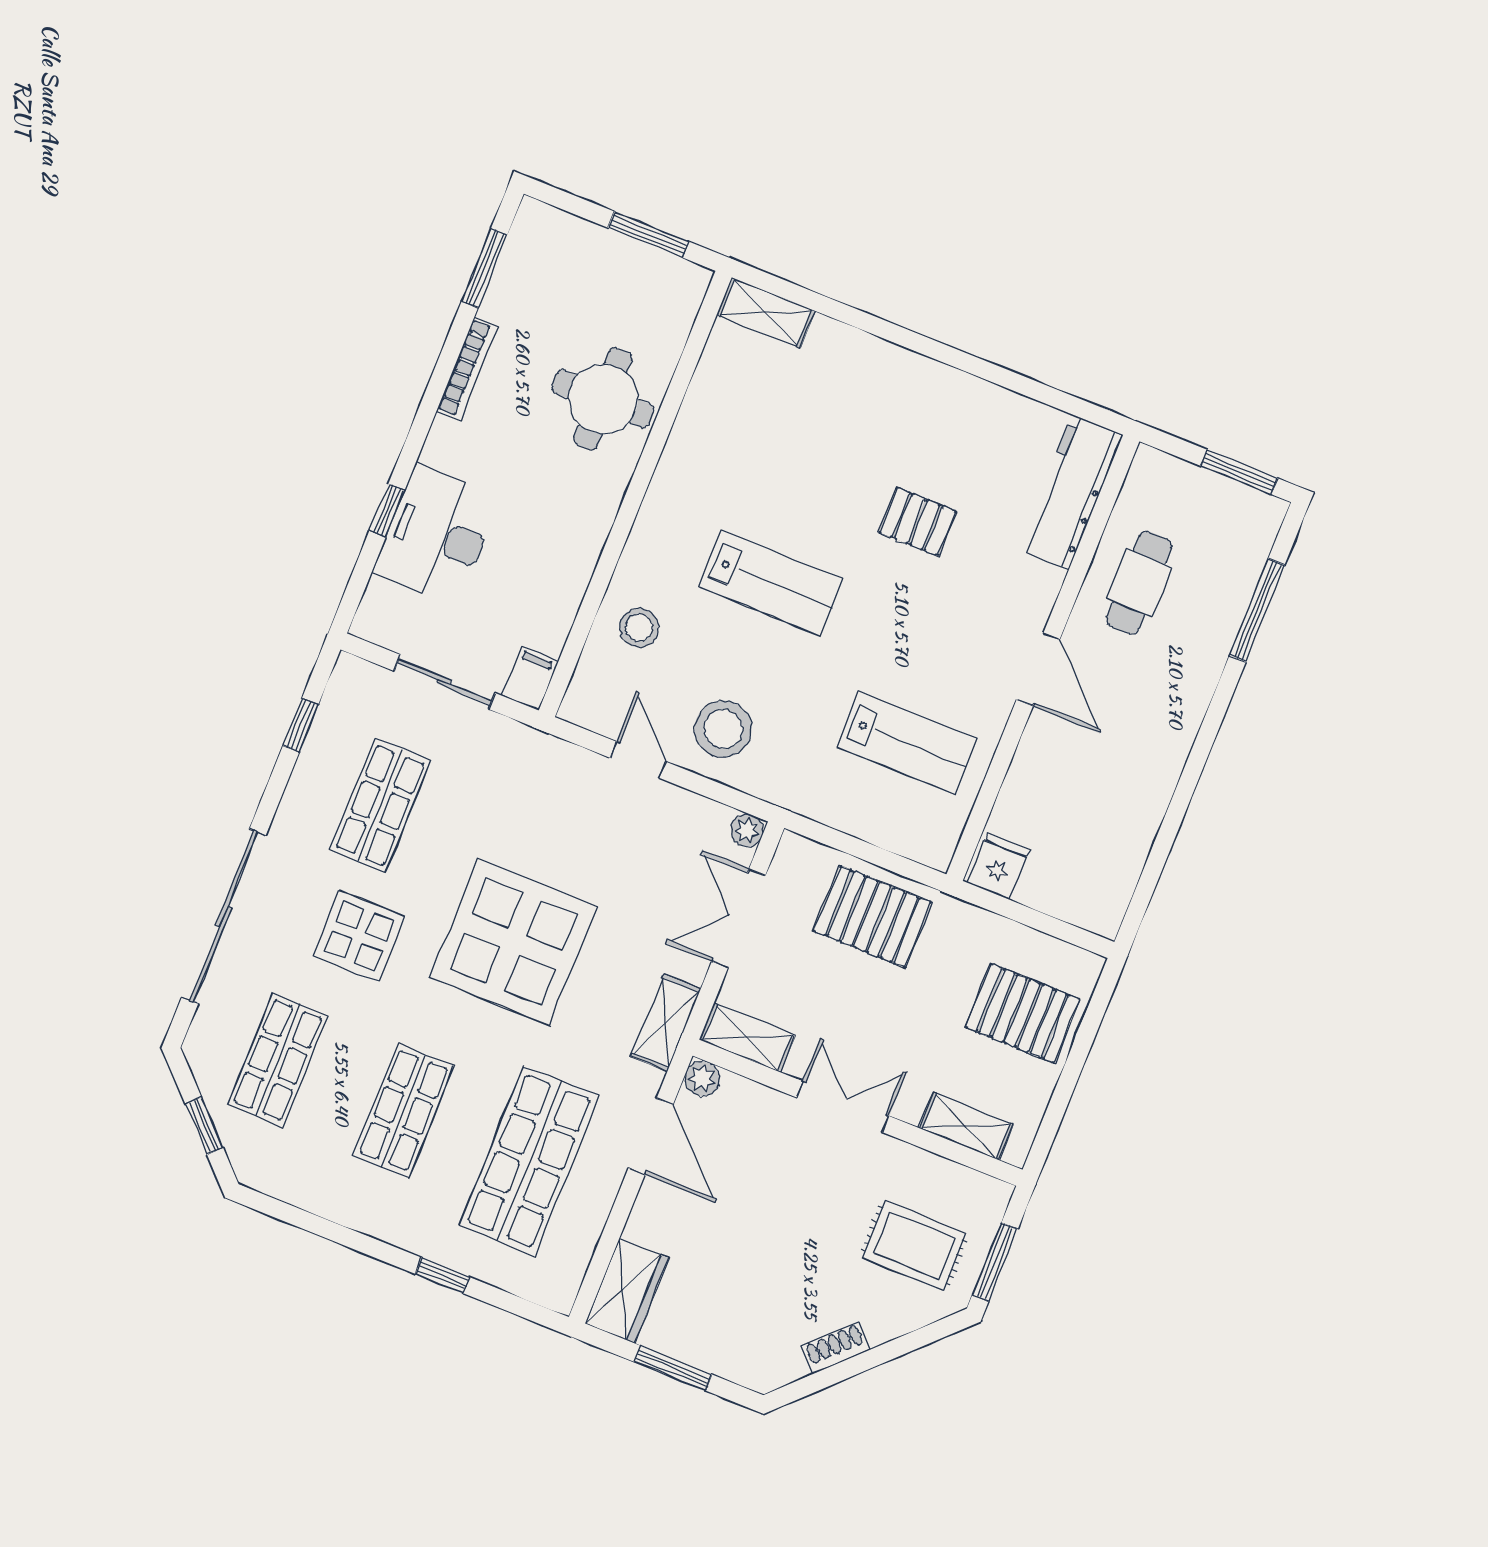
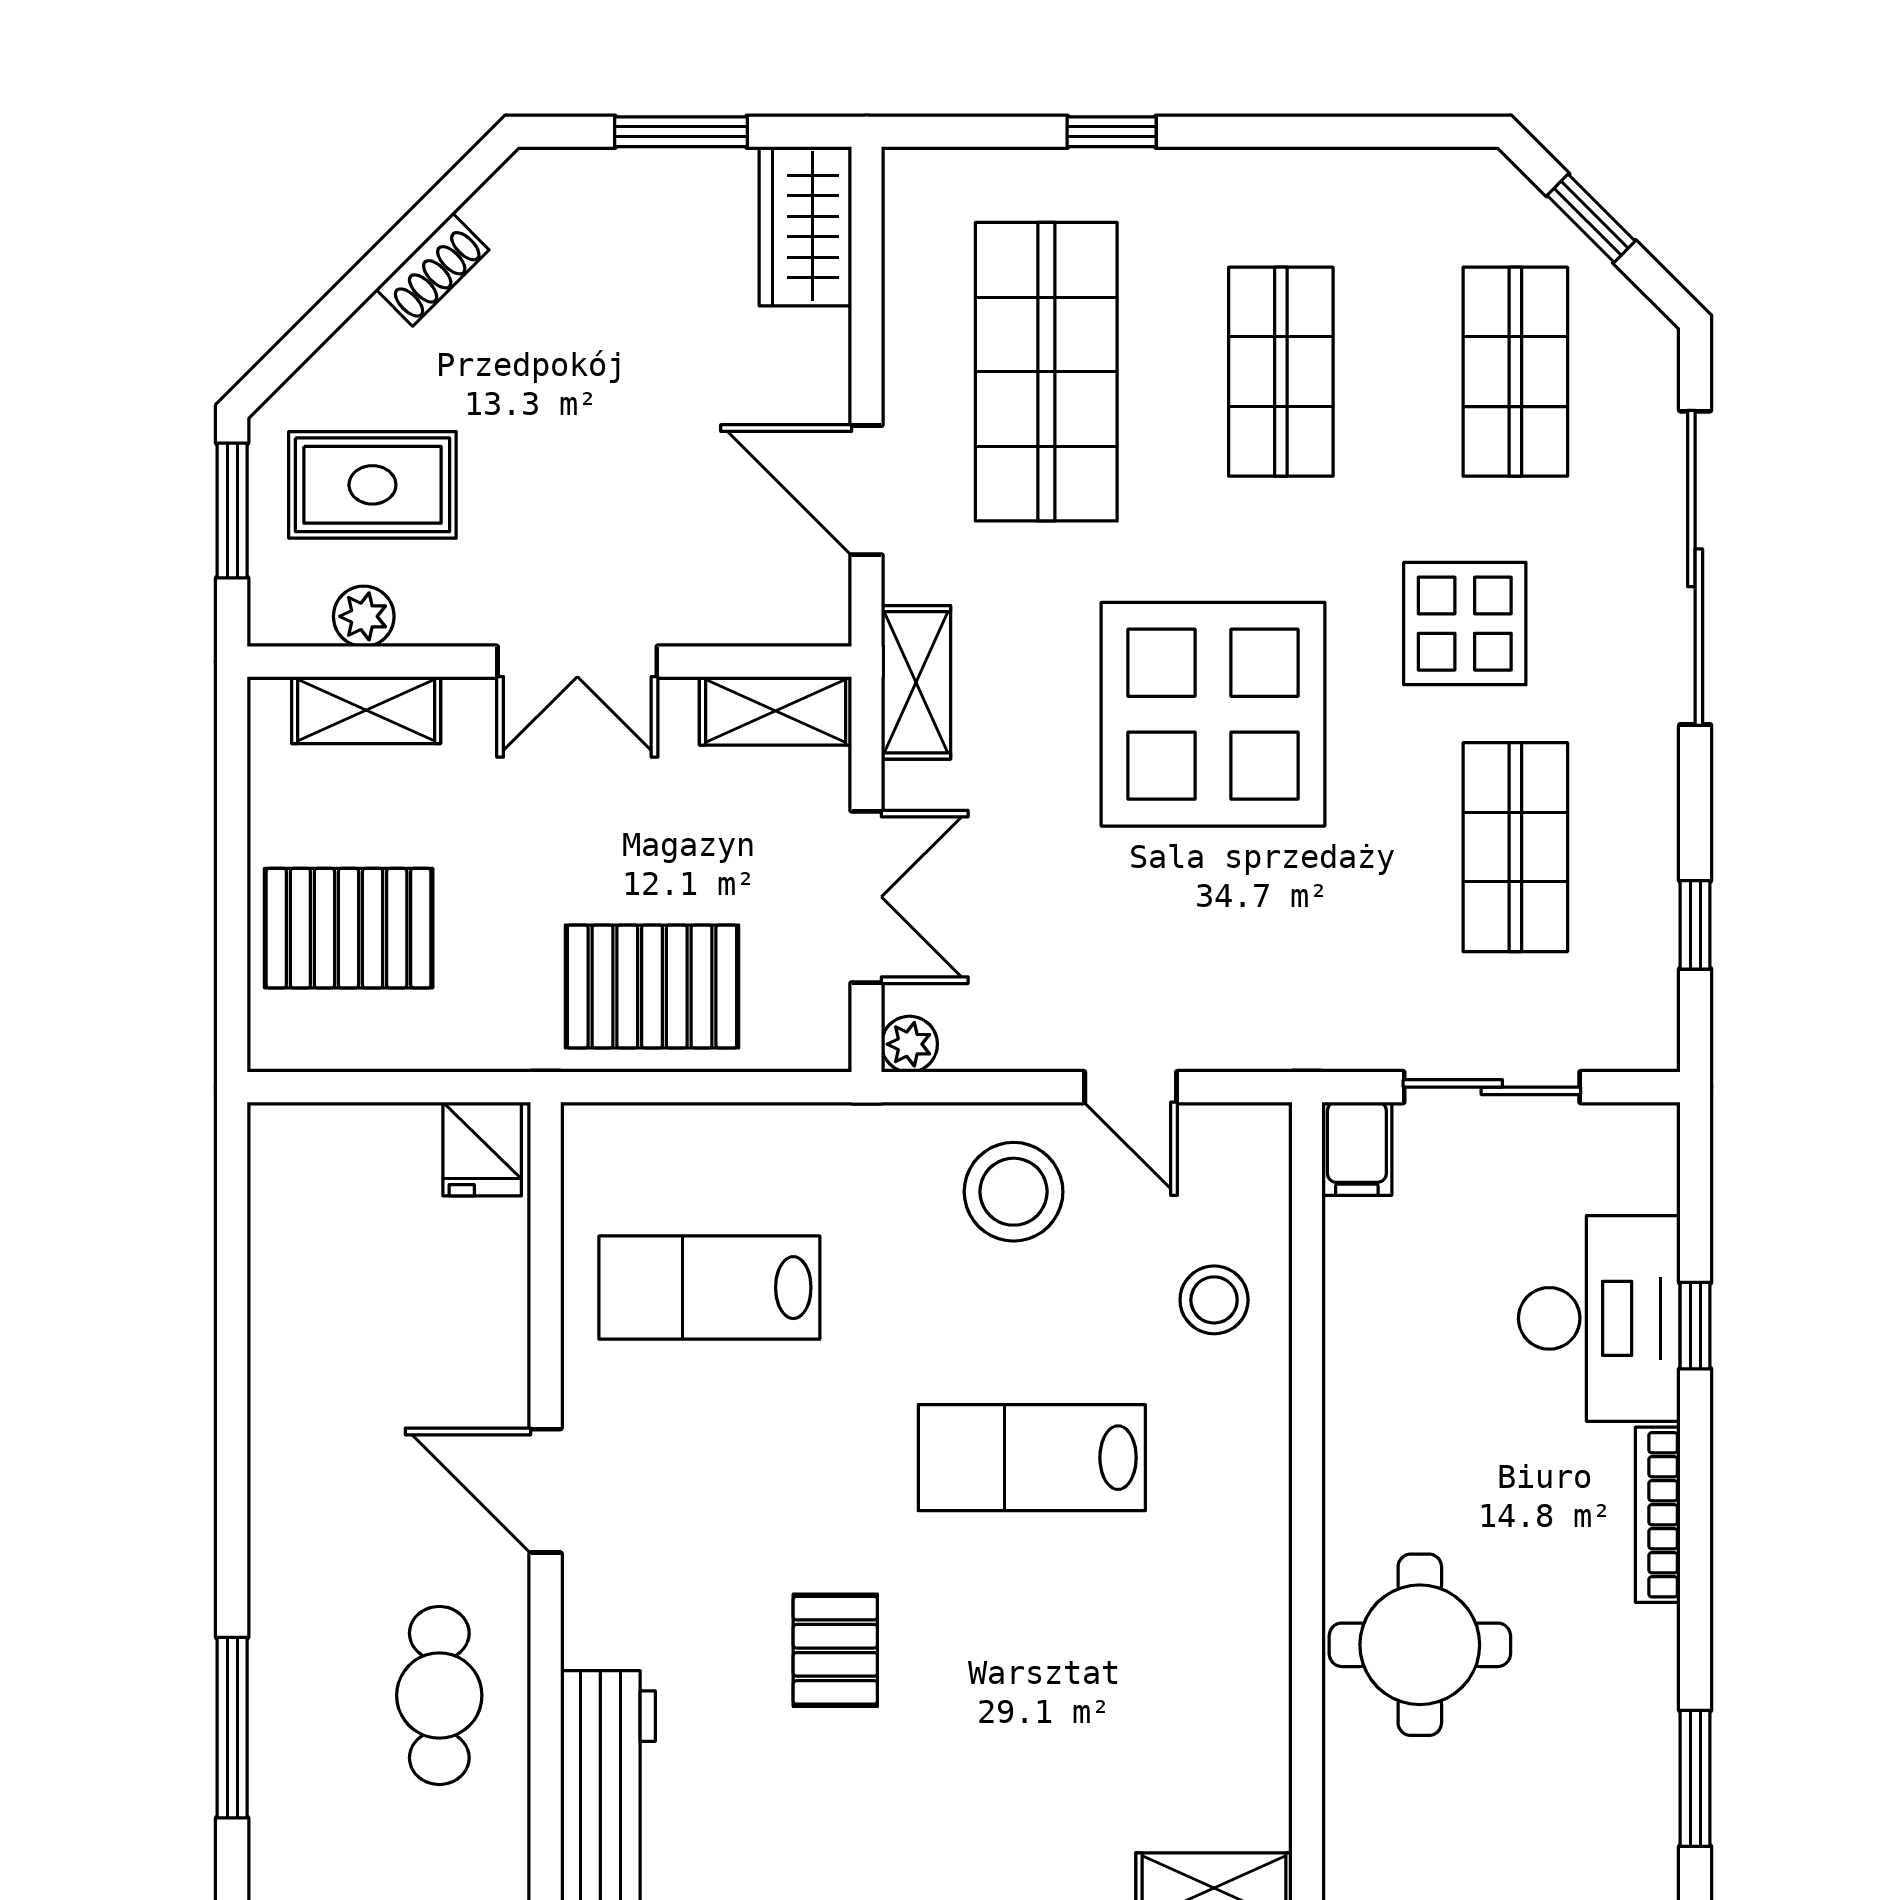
bookcase: (467, 369) -> (1658, 1515), moved
pallet: (917, 522) -> (835, 1650), turned 90
plant: (702, 1078) -> (364, 616), moved

